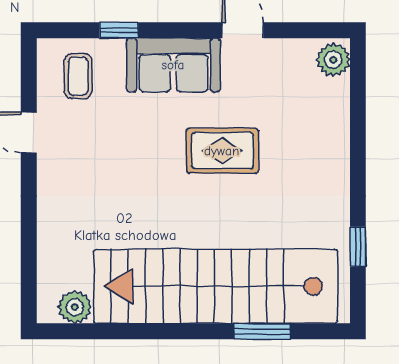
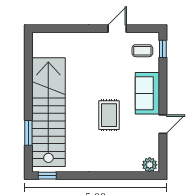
window: (119, 30) -> (163, 49), moved
window: (358, 247) -> (47, 176), moved
plant: (75, 307) -> (39, 49), removed

